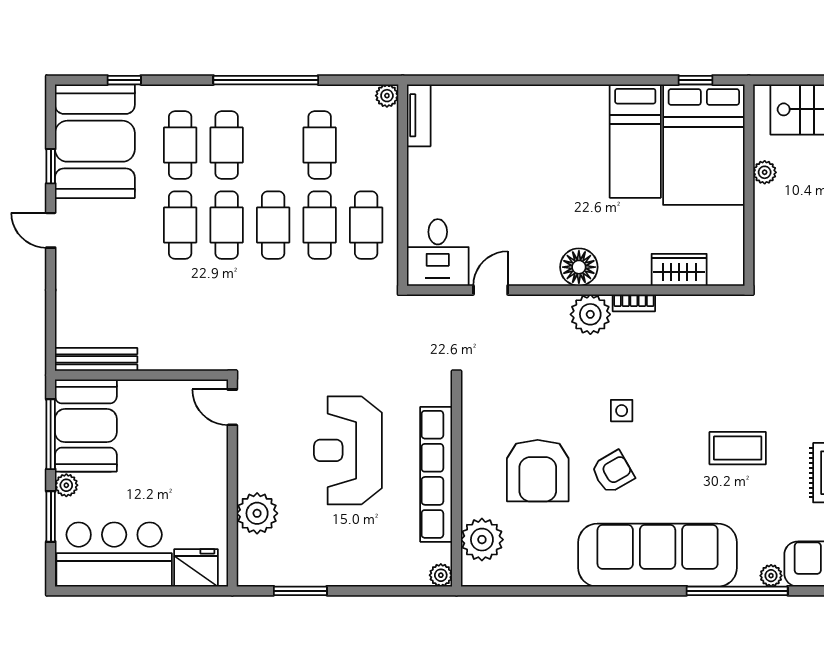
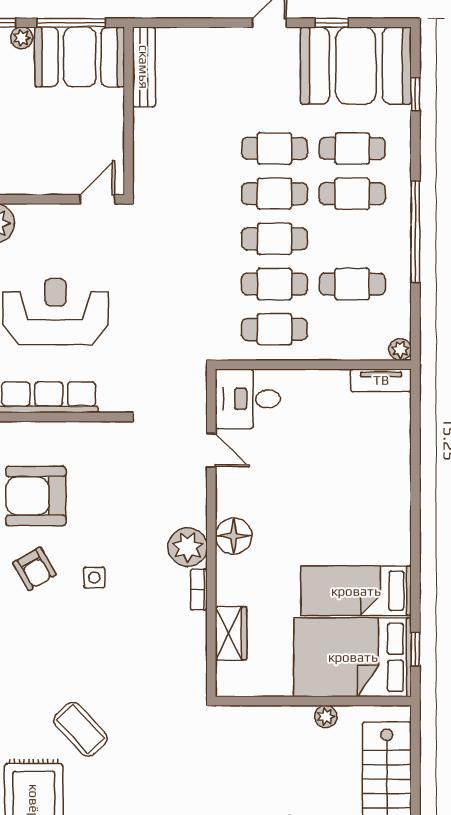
coffee table: (738, 448) -> (80, 729), moved, turned -43

